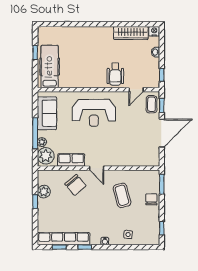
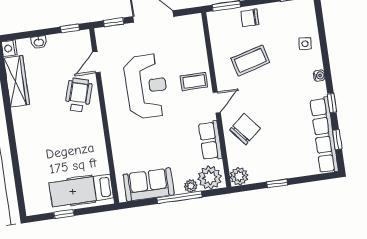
wheelchair: (115, 74) -> (79, 95), turned -73
door: (136, 90) -> (96, 62), swing flipped
coffee table: (152, 104) -> (194, 82), moved
reception desk: (94, 113) -> (146, 86), moved
plant: (44, 192) -> (239, 176), moved

